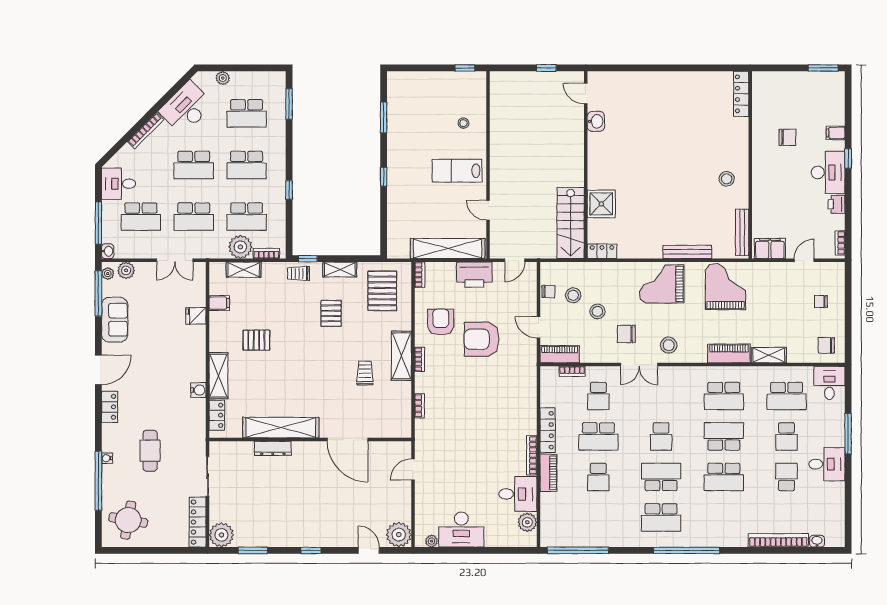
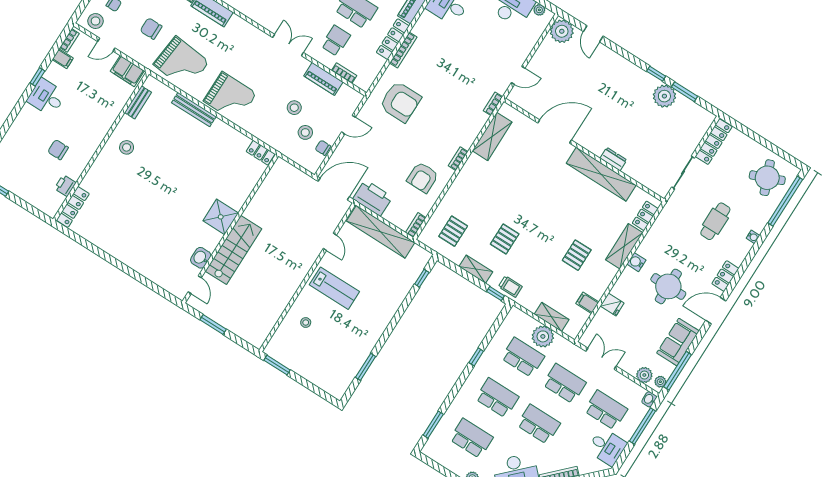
window: (465, 68) -> (277, 365), width x1.50
window: (546, 68) -> (213, 325), width x1.50
filing cabinet: (836, 133) -> (63, 59), moved
window: (848, 159) -> (37, 77), moved
desk: (828, 172) -> (46, 97), width x0.73
window: (384, 177) -> (422, 278), moved
shower: (601, 204) -> (221, 217), moved
printer: (836, 204) -> (65, 186), moved, turned 180
stairs: (571, 223) -> (234, 250), moved
bench: (742, 232) -> (138, 102), width x0.73
bookcase: (266, 253) -> (526, 318), removed
door: (515, 260) -> (334, 189), width x1.87
grand piano: (726, 287) -> (181, 63), turned -84
pallet: (382, 291) -> (453, 231), width x0.67, depth x0.71
door: (538, 327) -> (349, 125), hinge flipped
chair: (626, 334) -> (151, 29), moved, turned 180
armchair: (482, 339) -> (400, 102), moved
pallet: (256, 340) -> (577, 255), turned 90
stool: (669, 345) -> (96, 21), moved
piano: (560, 354) -> (323, 79), moved
shelving: (401, 356) -> (492, 136), moved
round table: (155, 364) -> (668, 286), added
trolley: (365, 373) -> (508, 175), removed
water cooler: (198, 390) -> (636, 262), moved
bookcase: (419, 406) -> (493, 104), moved
door: (348, 440) -> (555, 132), hinge flipped
dresser: (273, 448) -> (613, 159), width x0.70
bookcase: (532, 455) -> (403, 50), moved
window: (98, 481) -> (785, 201), moved
round table: (128, 520) -> (767, 178), turned -32
plant: (221, 535) -> (664, 96), moved
window: (311, 550) -> (656, 74), moved

